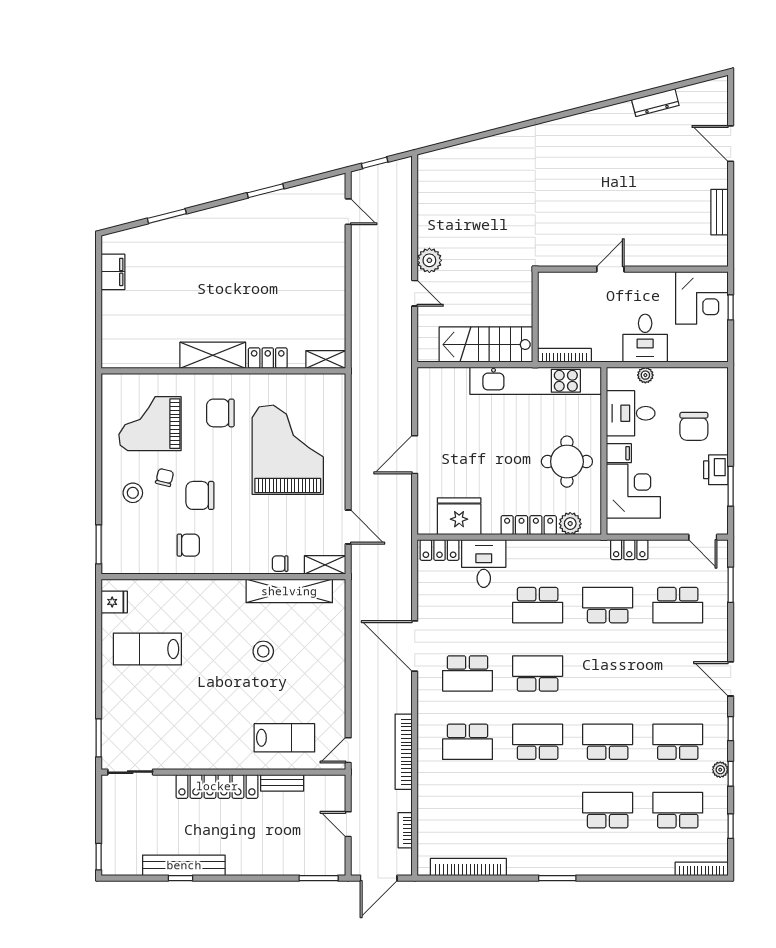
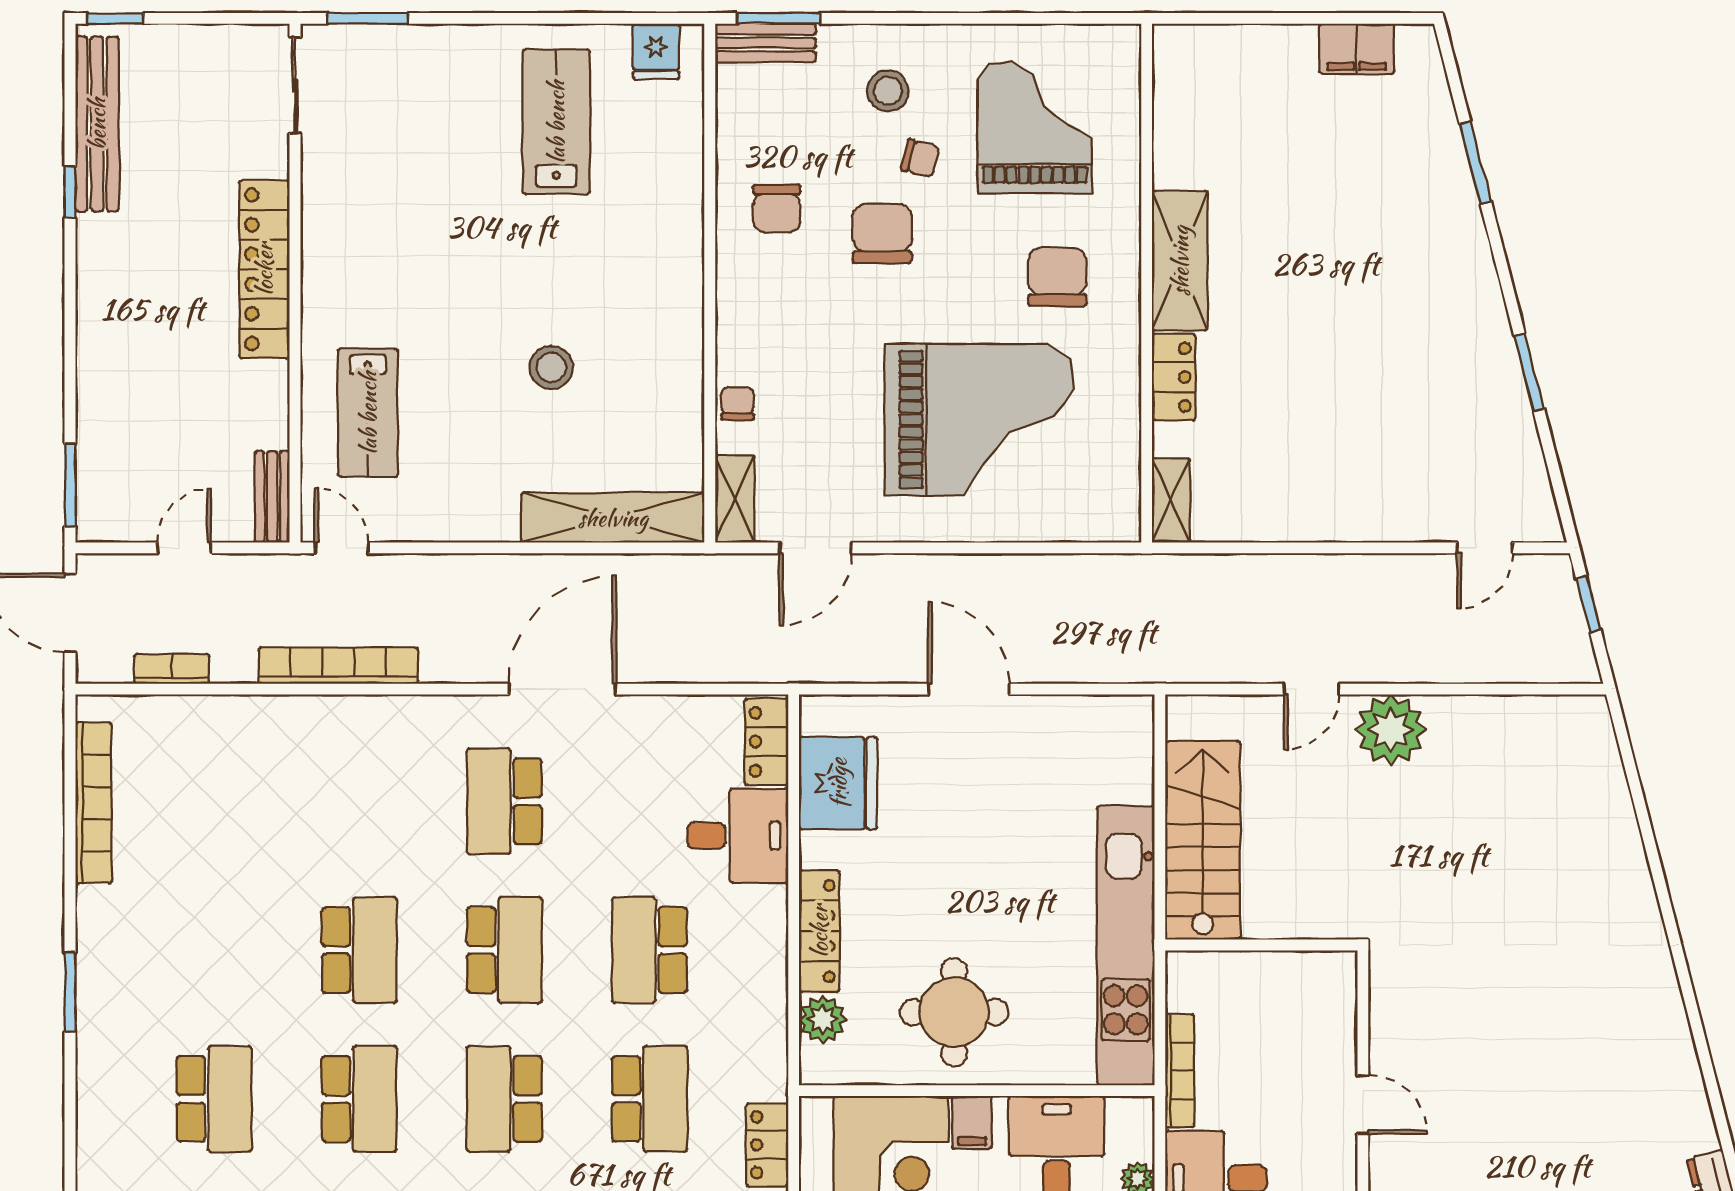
plant: (429, 260) -> (1391, 730), width x1.36, depth x1.36
bookcase: (564, 355) -> (1180, 1071), moved
bench: (110, 550) -> (766, 43), added
shelving: (289, 591) -> (613, 518), moved, turned 90
school desk: (468, 742) -> (504, 1099), moved
bench: (282, 783) -> (272, 497), moved
bench: (184, 865) -> (97, 124), moved

